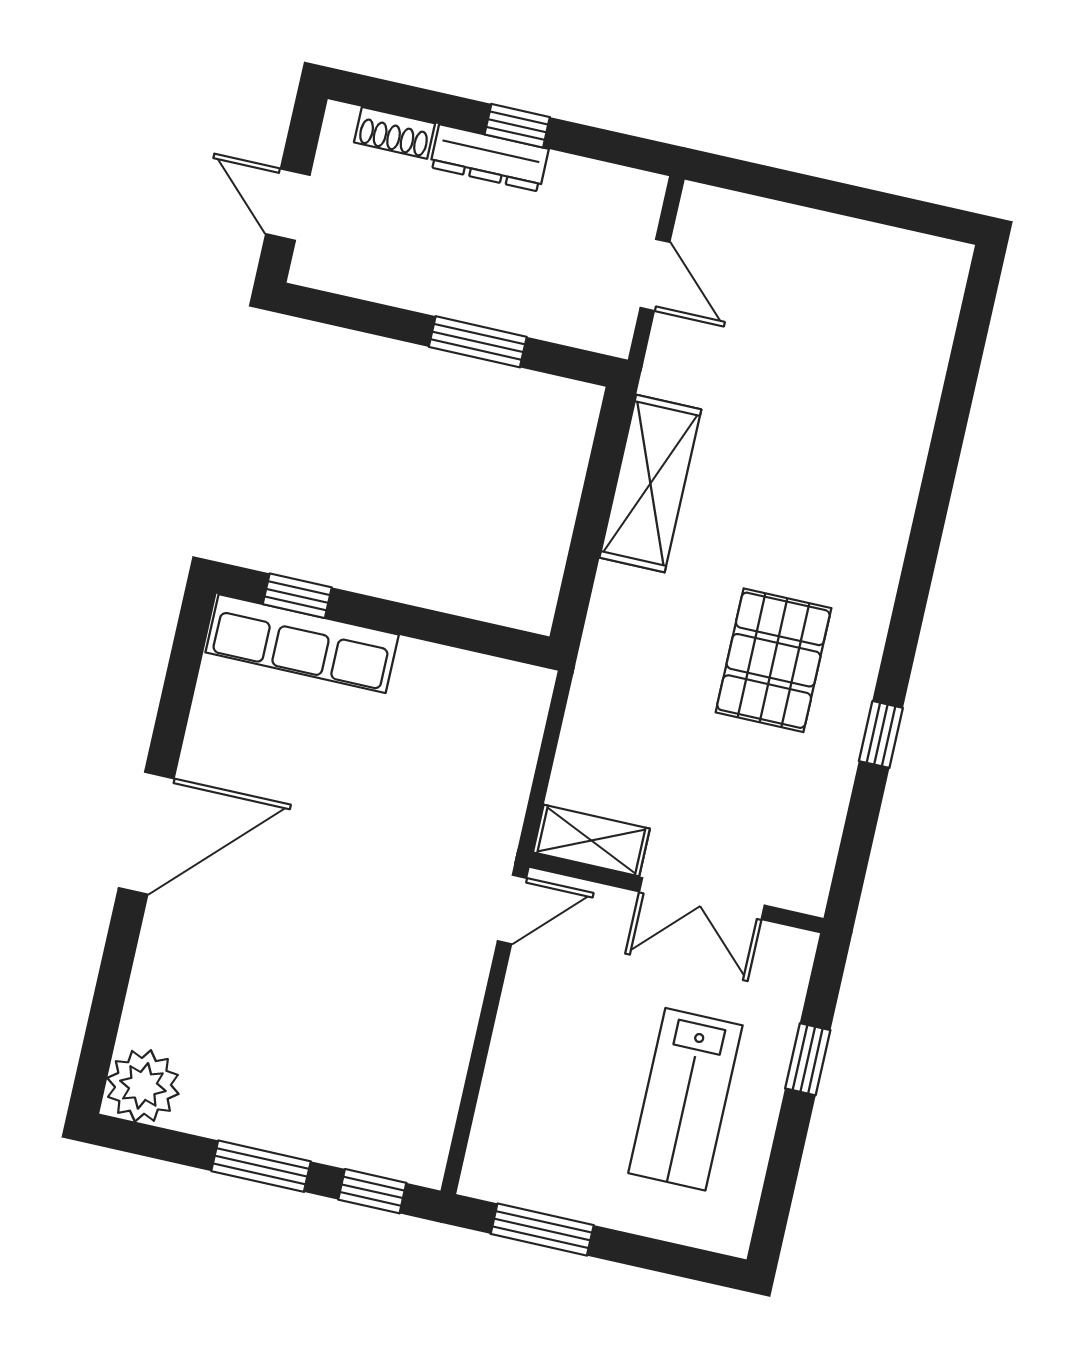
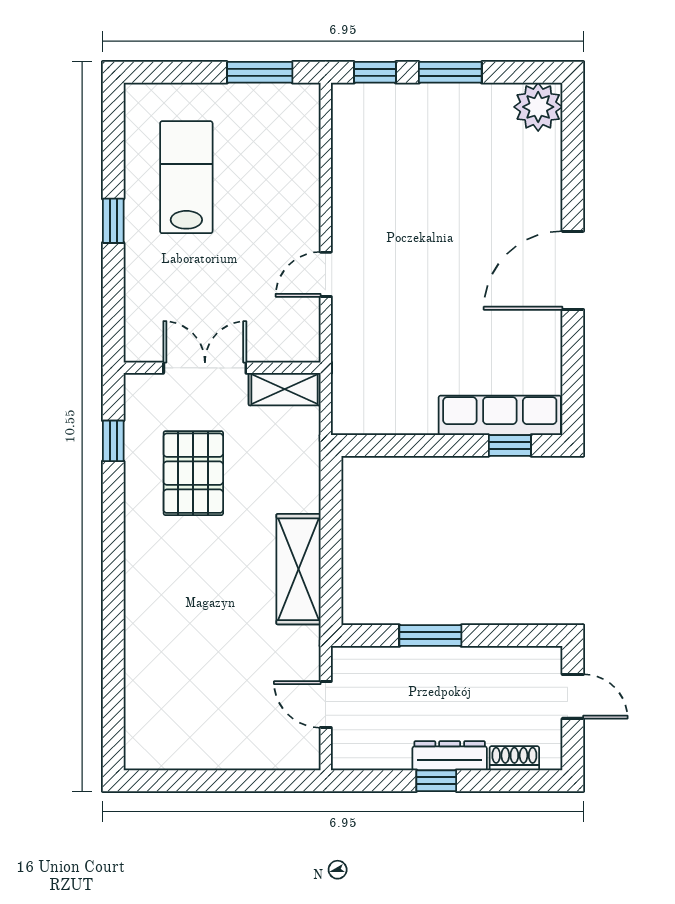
shelving: (591, 841) -> (285, 389), moved
wall: (676, 893) -> (222, 368), moved
double door: (702, 899) -> (205, 368), moved

